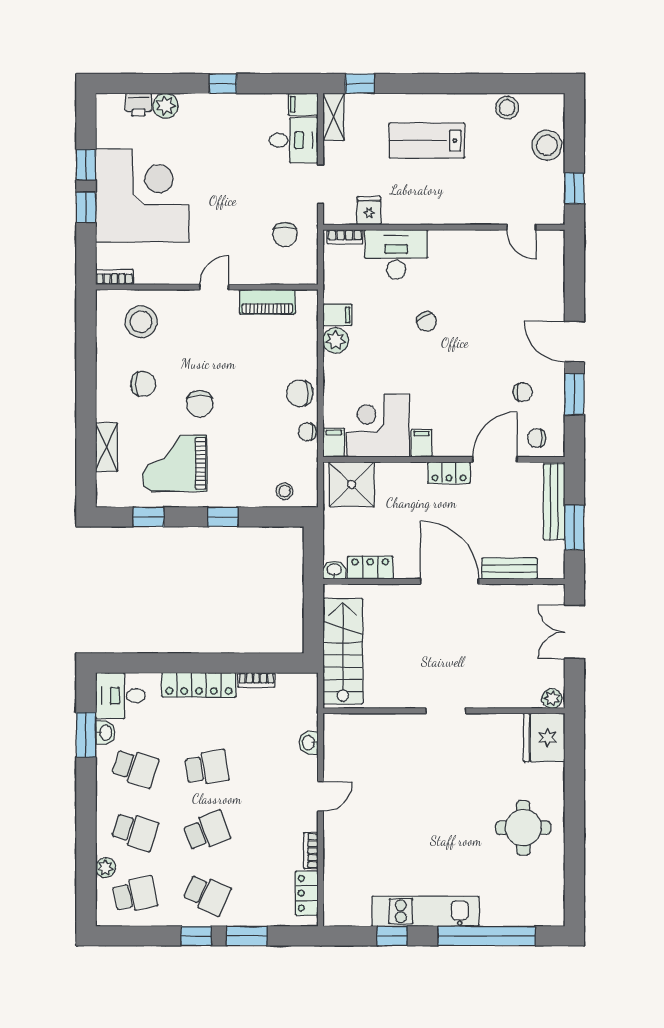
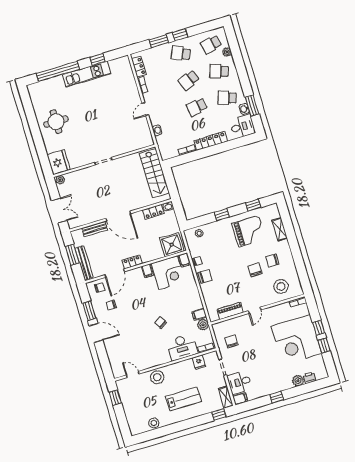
stool: (547, 145) -> (157, 377), moved
plant: (336, 340) -> (203, 325), moved
chair: (200, 404) -> (255, 270), moved

